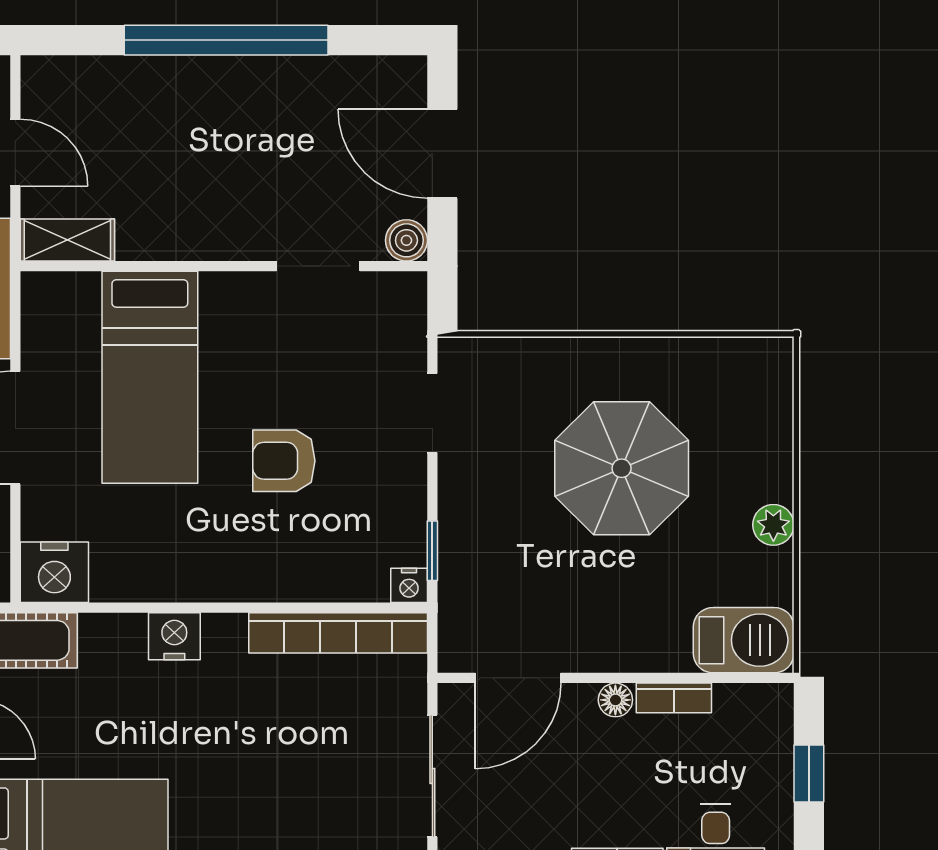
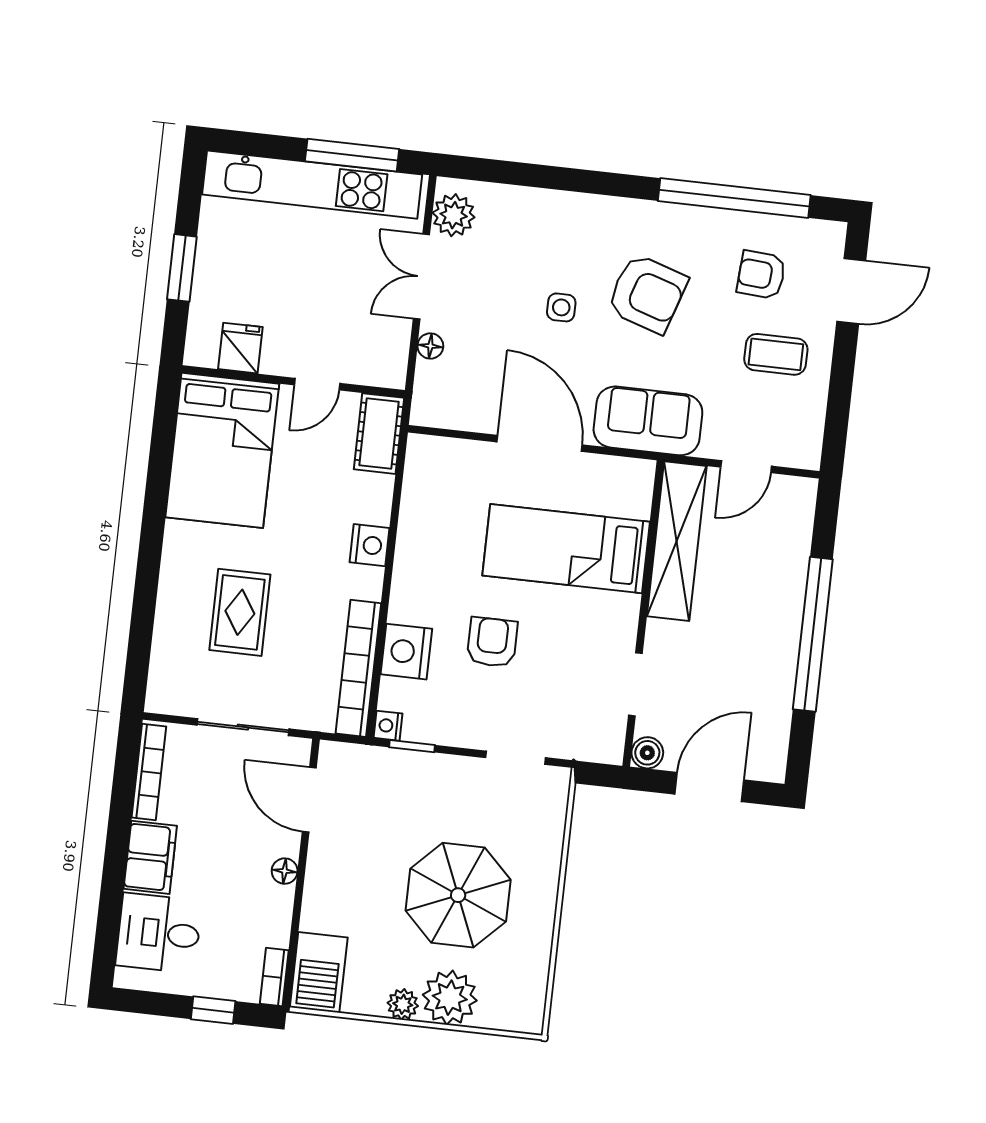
shelving: (67, 240) -> (677, 541), width x2.20, depth x1.33
plant: (758, 464) -> (450, 998), added
nightstand: (54, 572) -> (406, 652), moved
bookcase: (674, 698) -> (274, 977), moved
rug: (282, 797) -> (240, 612), added

